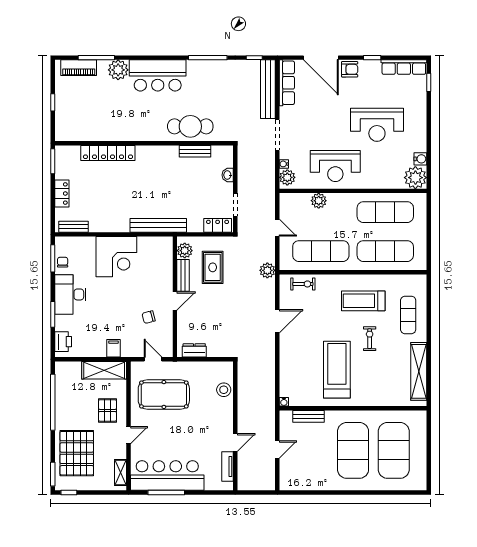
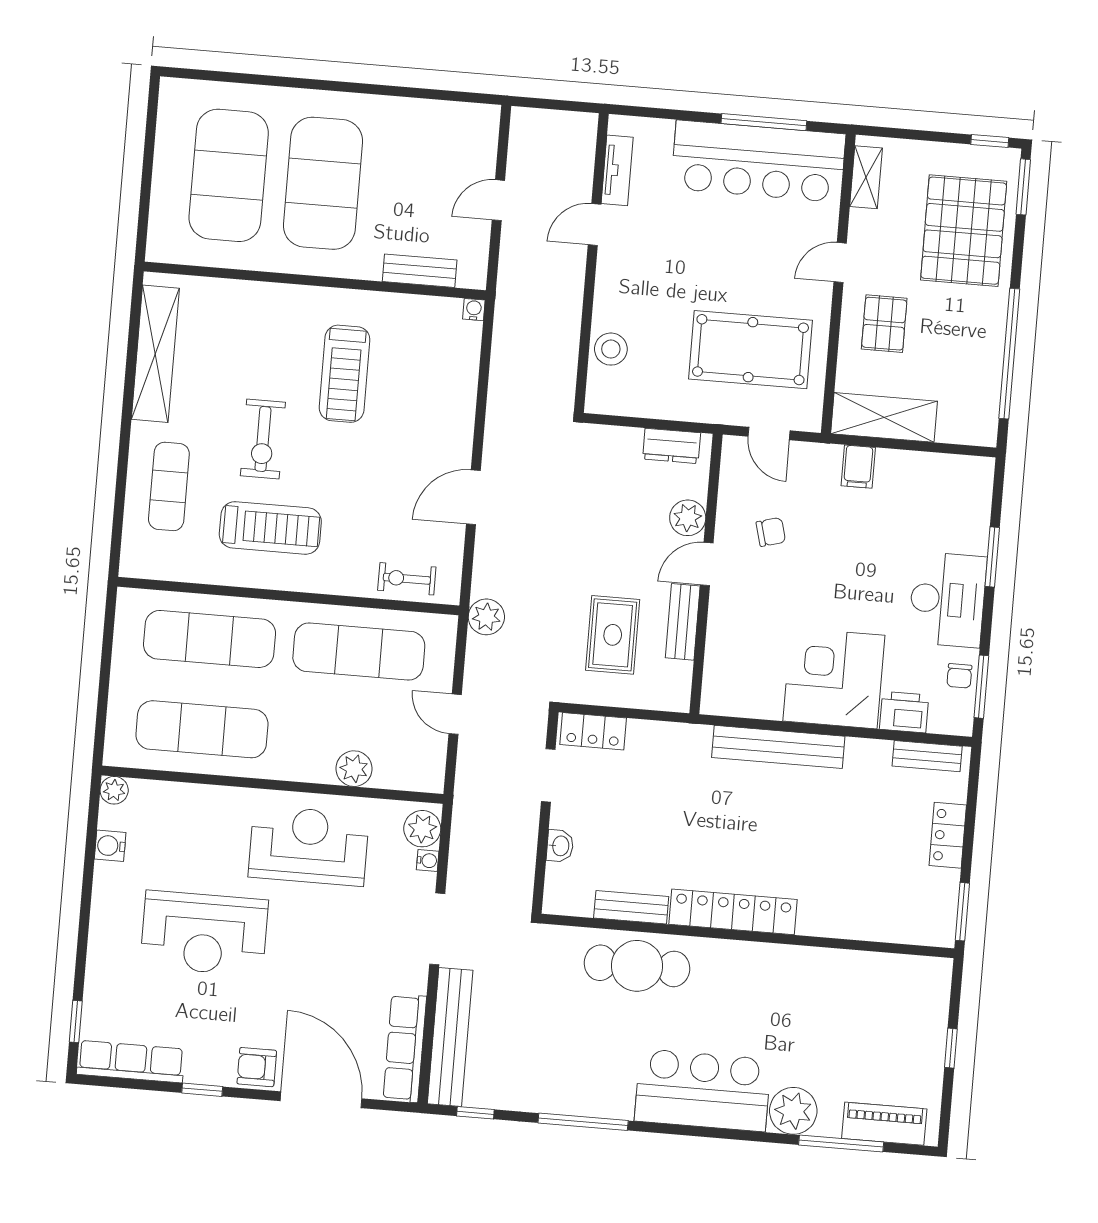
reception desk: (377, 125) -> (204, 933), turned 180
locker: (108, 153) -> (733, 912), moved
plant: (415, 178) -> (114, 790), width x0.53, depth x0.53
bench: (158, 225) -> (778, 747), moved
plant: (185, 251) -> (688, 518), moved
exercise bike: (370, 339) -> (263, 439), width x1.38, depth x1.39
printer: (63, 342) -> (904, 712), moved, turned 90
treadmill: (337, 370) -> (345, 374), width x0.73, depth x0.73

